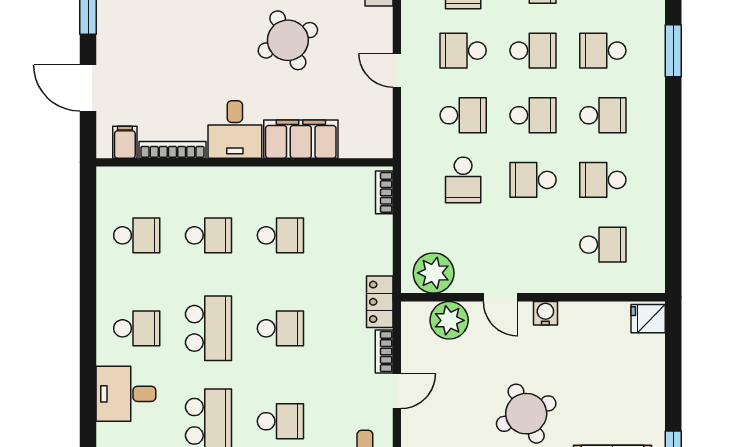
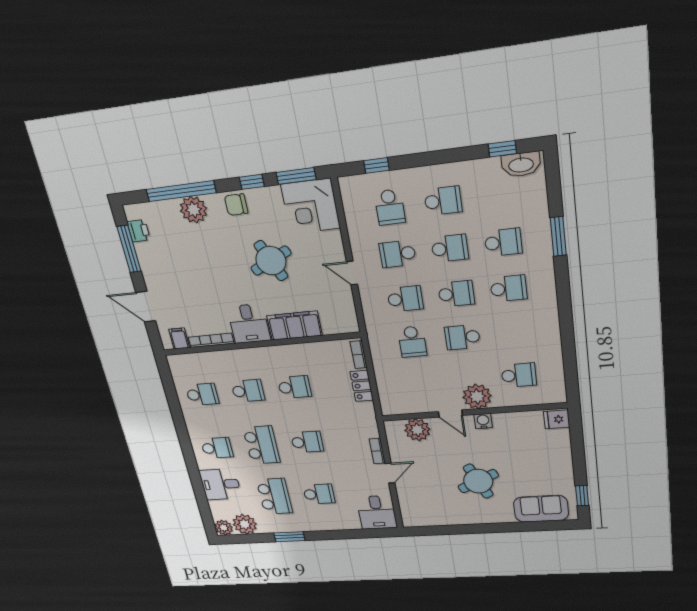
school desk: (603, 51) -> (503, 242), turned 180
school desk: (603, 180) -> (514, 333), removed
plant: (434, 273) -> (477, 396), moved
locker: (380, 302) -> (362, 386), moved

